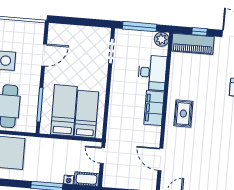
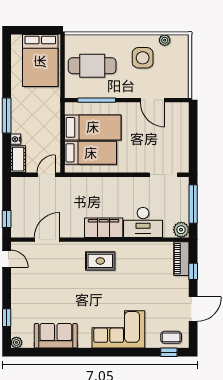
piano: (193, 44) -> (181, 259), width x0.73, depth x0.75

